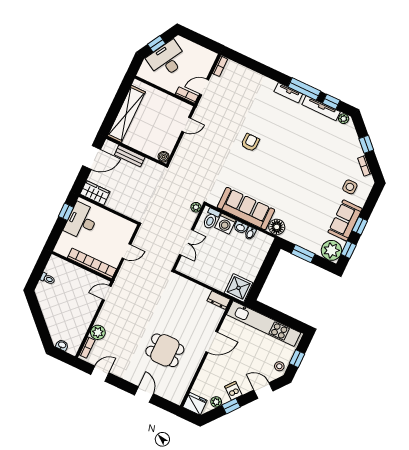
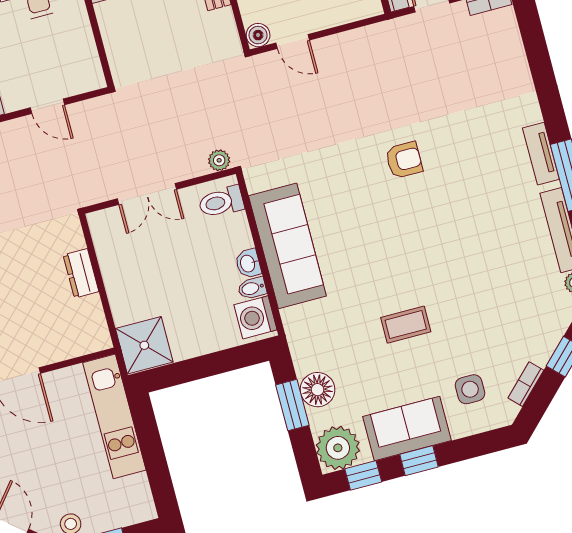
door: (186, 125) -> (293, 41), moved
coffee table: (308, 190) -> (406, 325), added
washing machine: (225, 224) -> (255, 317), moved
floor lamp: (277, 227) -> (318, 390), moved
dresser: (219, 300) -> (81, 273), moved
kitchen unit: (264, 324) -> (114, 416), width x0.73

